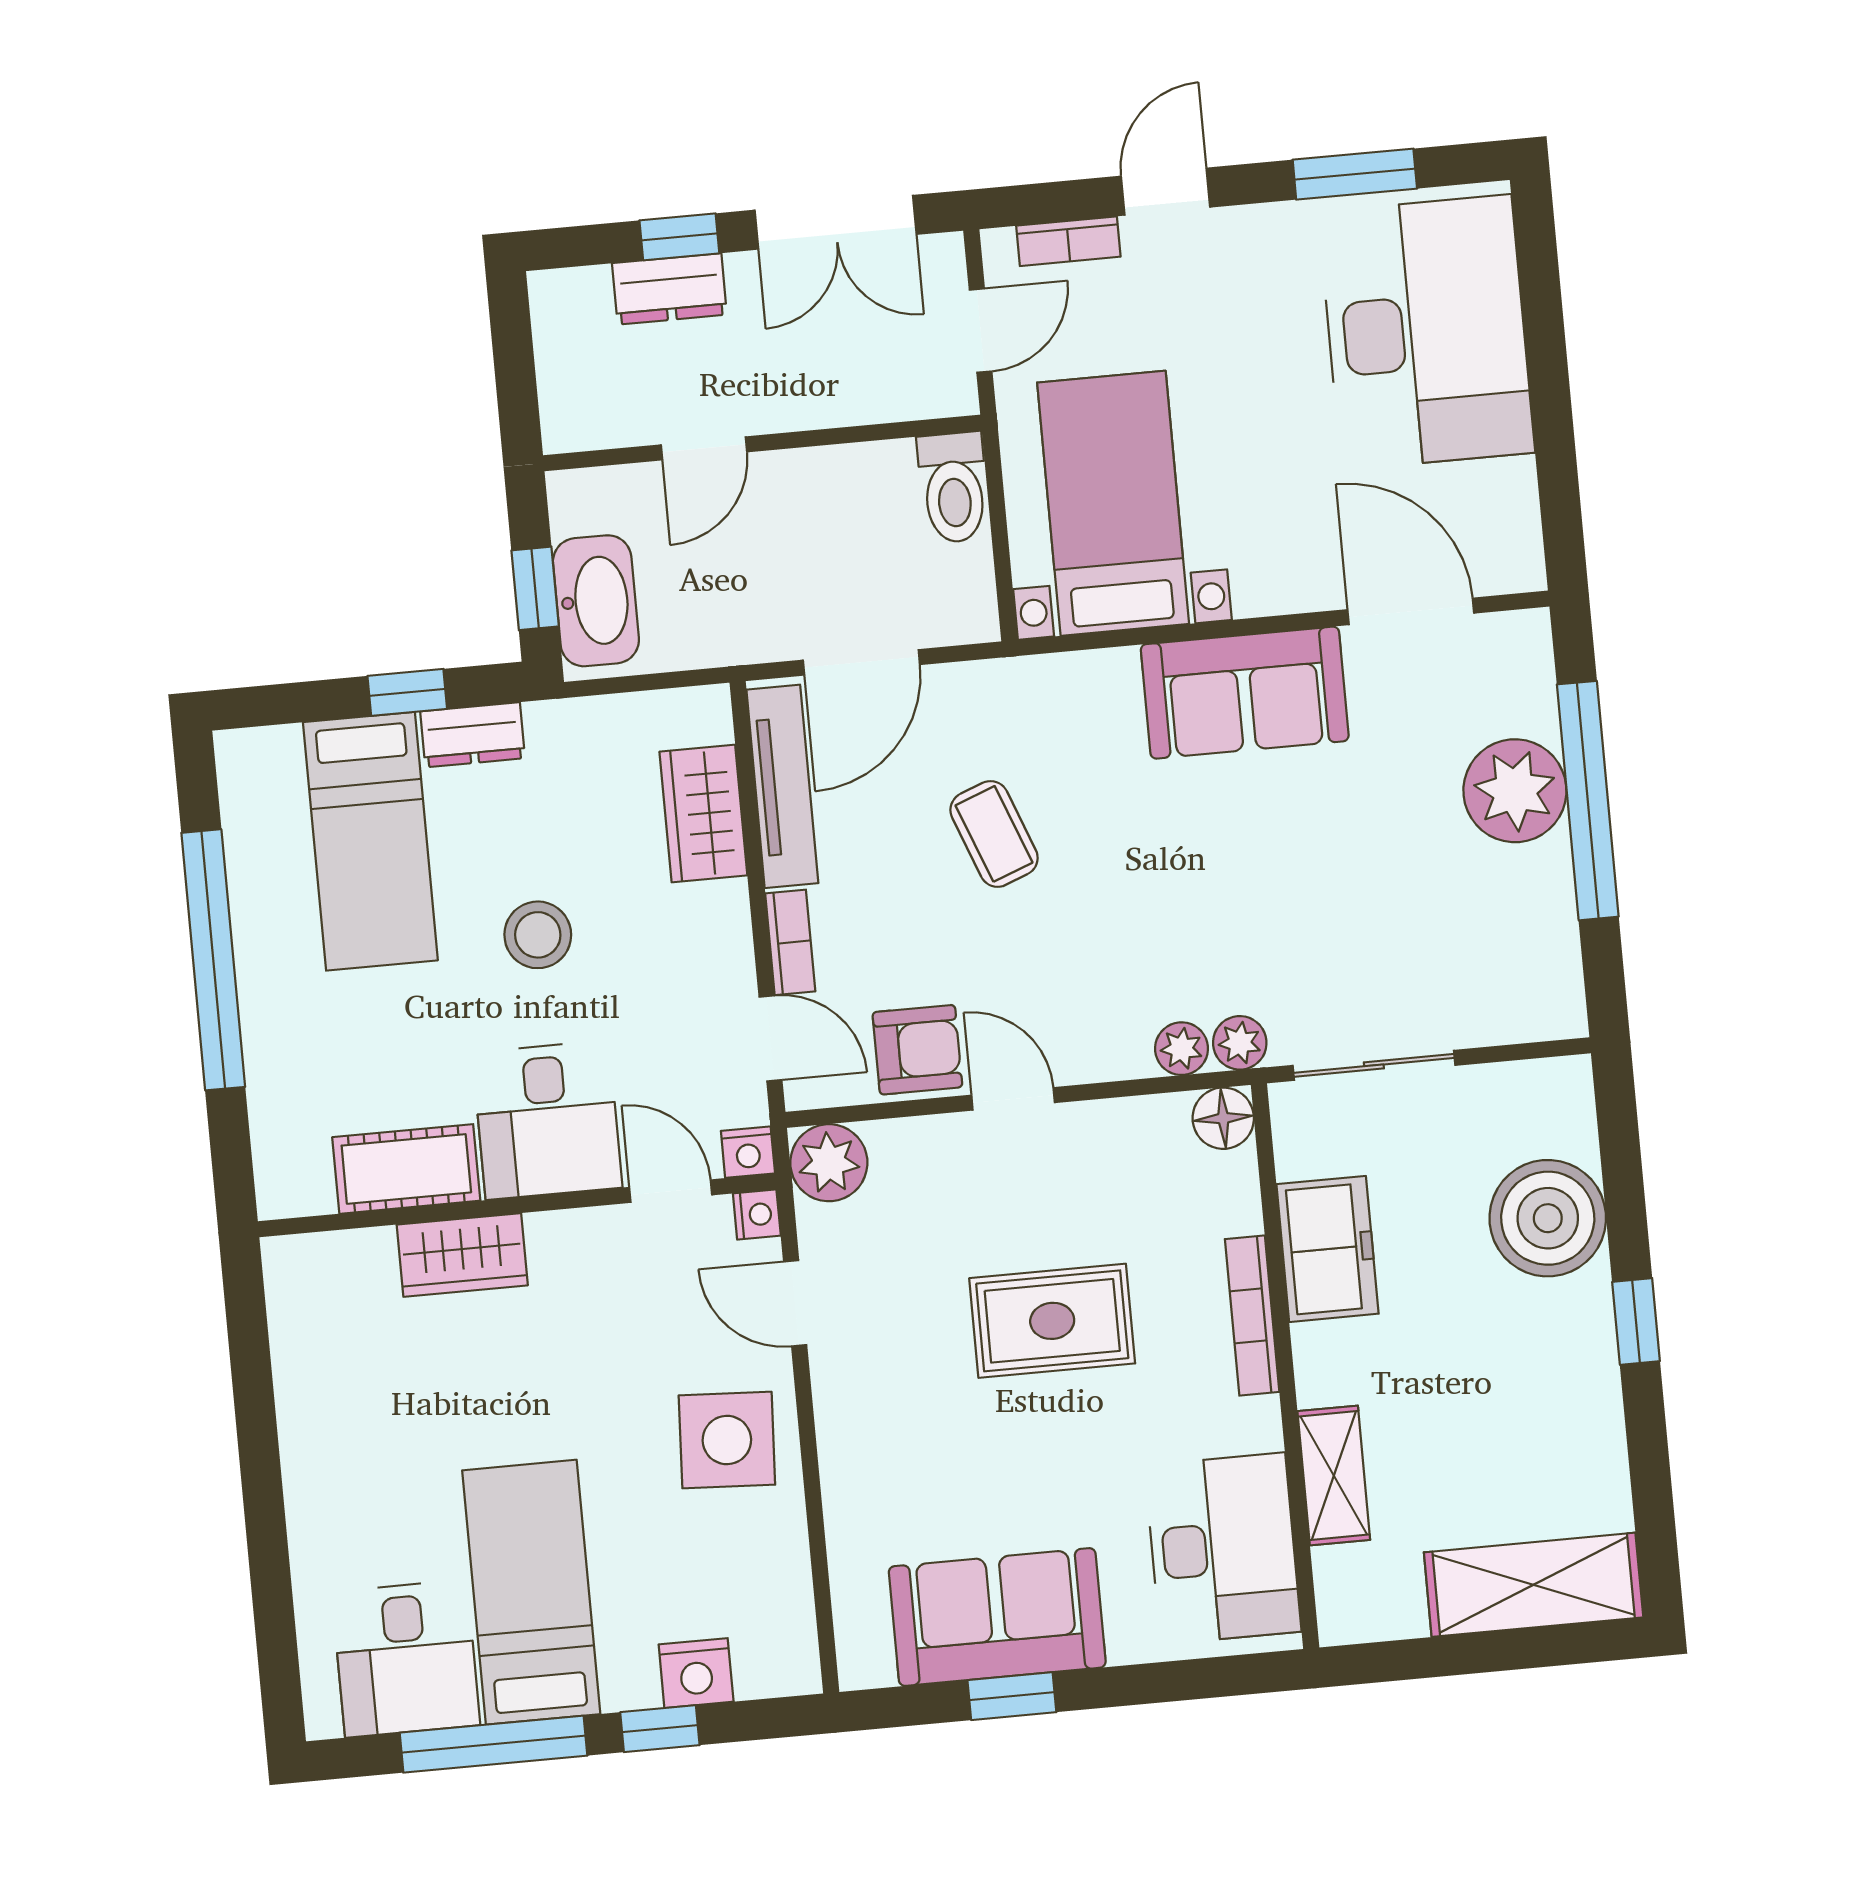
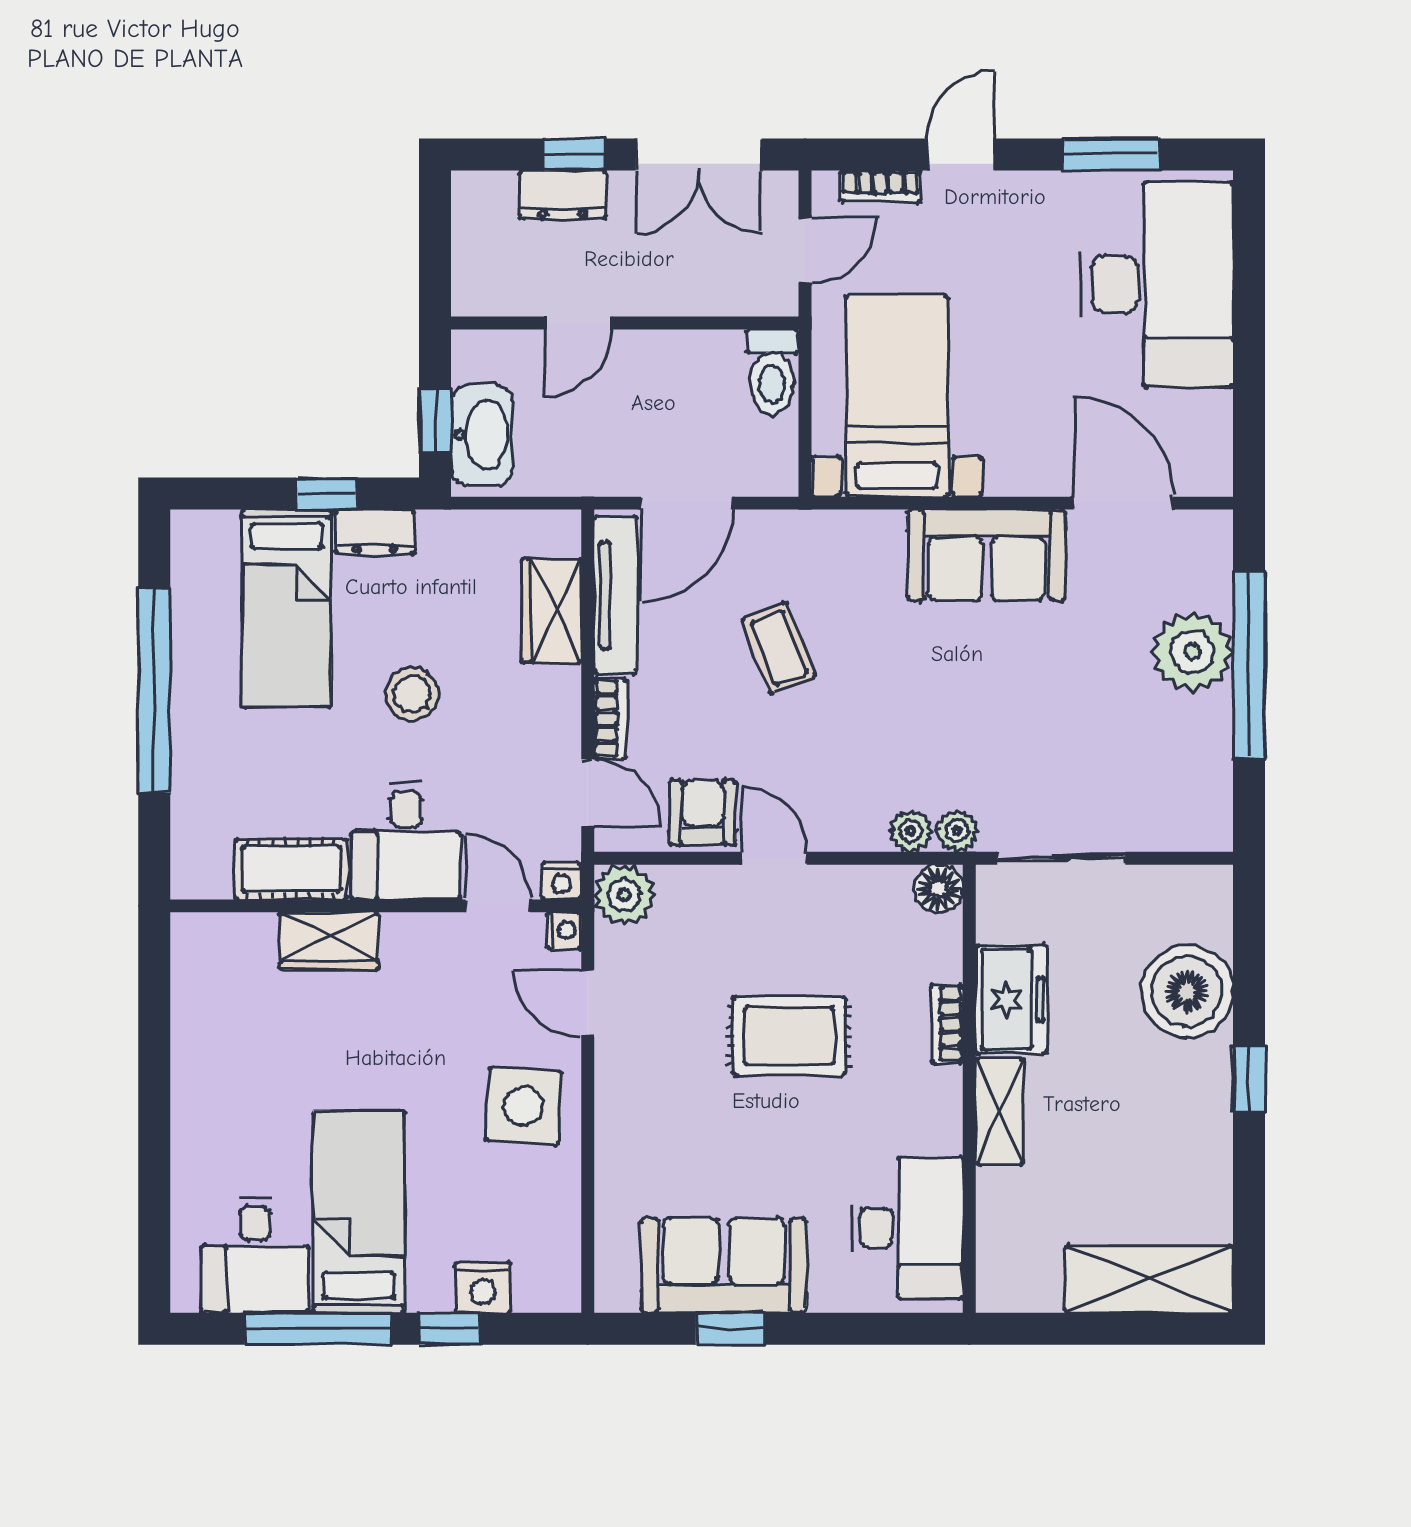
armchair: (917, 1050) -> (703, 812), turned -90
bookcase: (1252, 1315) -> (947, 1024), width x0.64
shelving: (1334, 1476) -> (1000, 1112), moved

